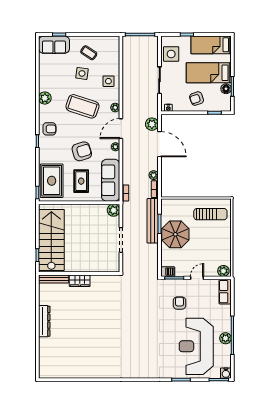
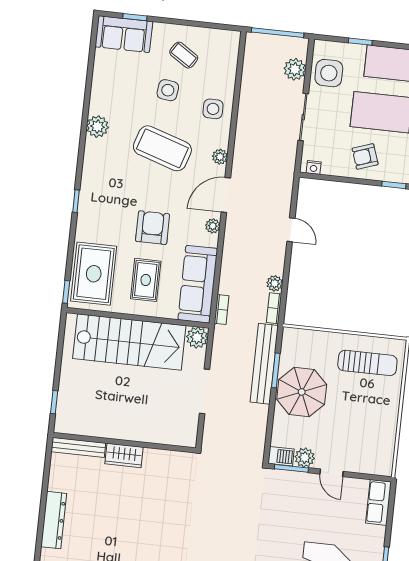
plant: (152, 124) -> (295, 69), moved
armchair: (49, 129) -> (100, 182), removed
door: (159, 144) -> (291, 230), width x0.53
armchair: (82, 151) -> (153, 228), turned -73
stairs: (51, 240) -> (129, 342), moved, turned 90
plant: (223, 271) -> (305, 458), moved
door: (197, 278) -> (332, 473), swing flipped
armchair: (180, 303) -> (296, 514), removed

